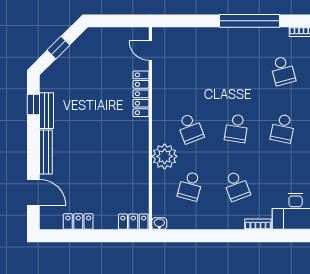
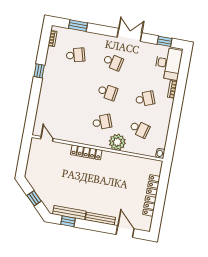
window: (250, 21) -> (39, 71), width x0.32
door: (150, 51) -> (47, 139), swing flipped
locker: (141, 94) -> (86, 152), moved
bench: (47, 111) -> (69, 213), width x1.36
door: (33, 192) -> (125, 232), hinge flipped
locker: (133, 222) -> (153, 185), moved

